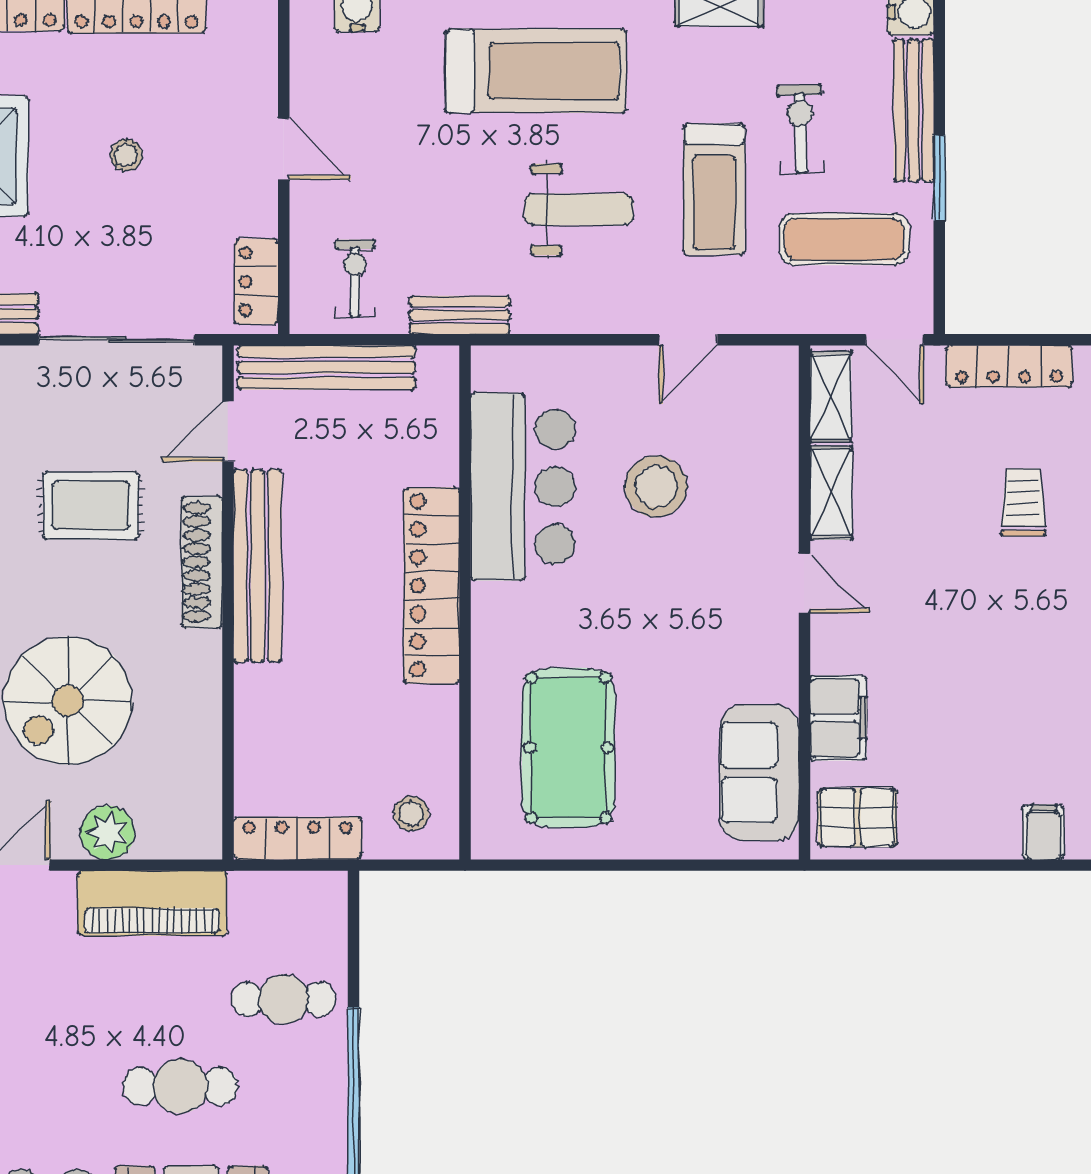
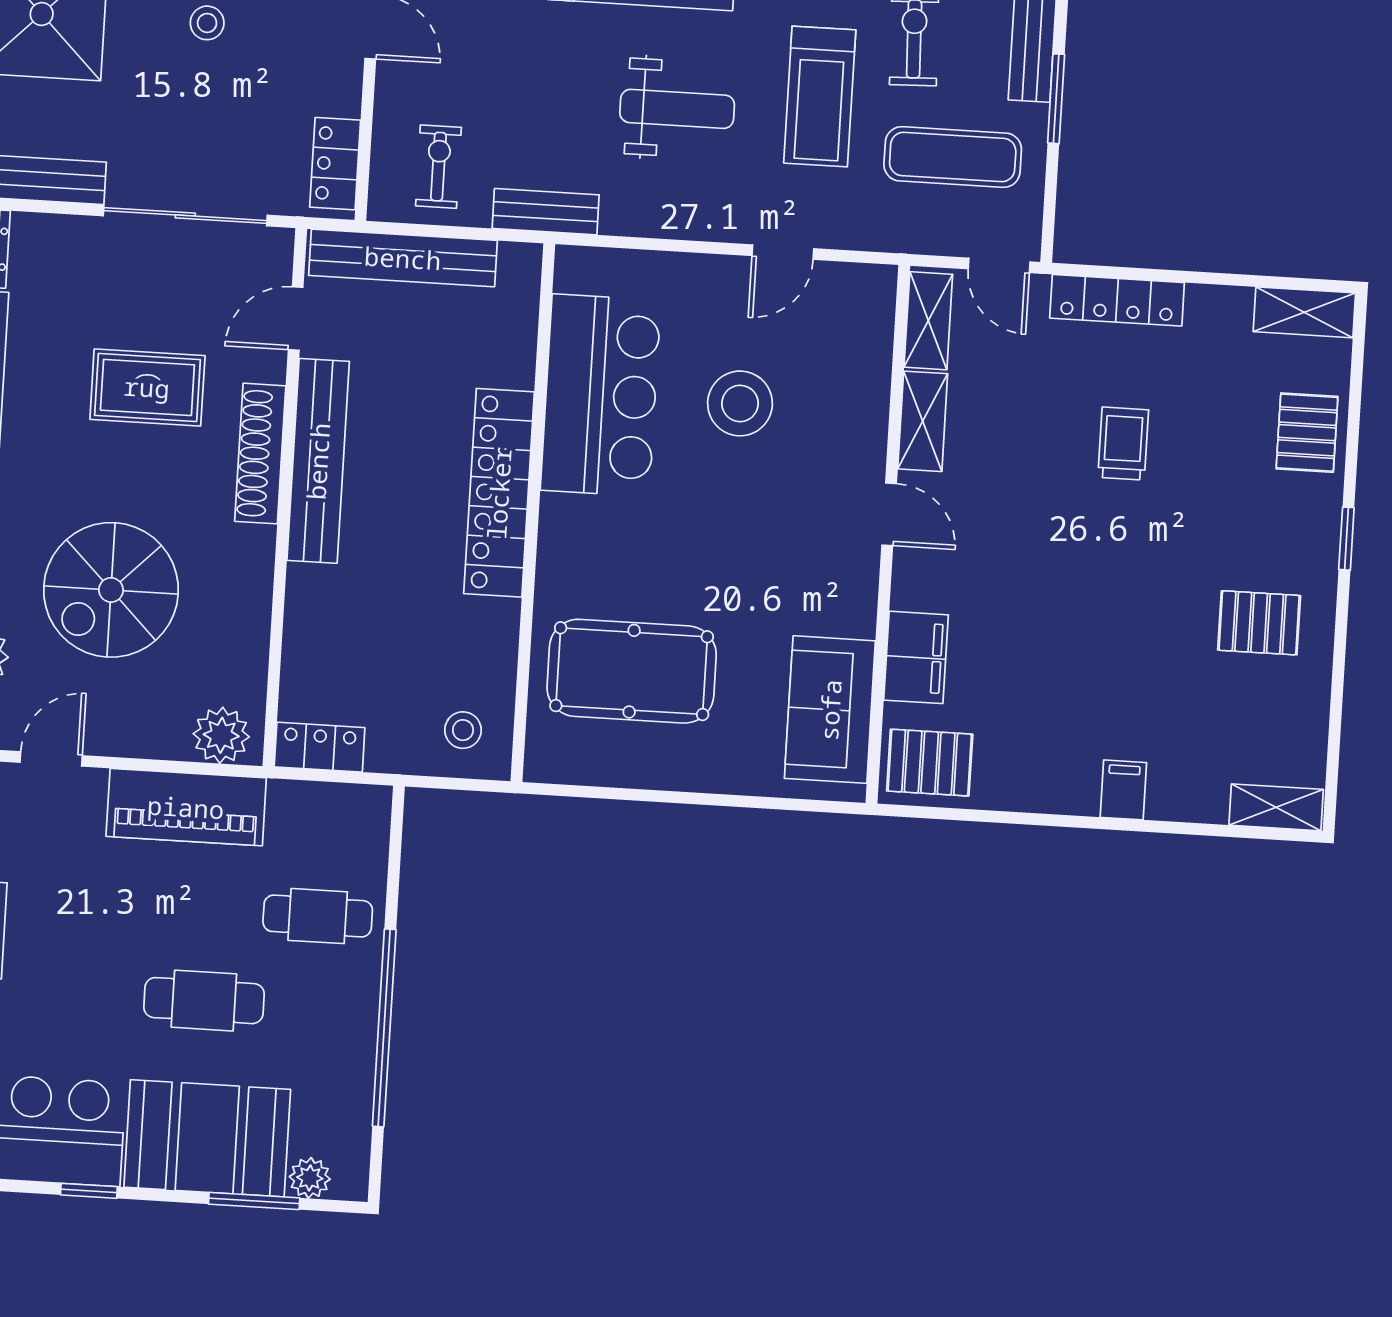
pool table: (568, 748) -> (632, 671), turned 90
plant: (108, 833) -> (221, 735), moved
locker: (298, 838) -> (320, 747), width x0.66

